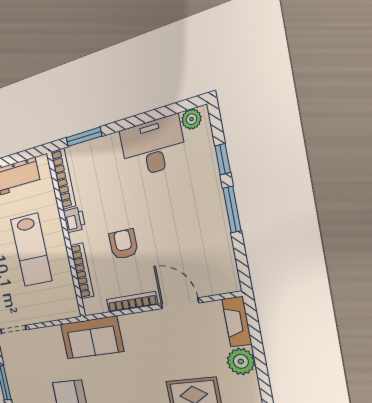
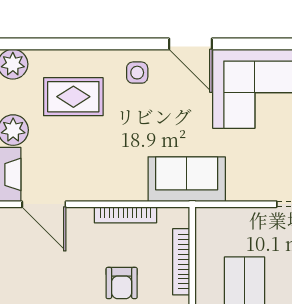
door: (180, 303) -> (44, 204), moved

